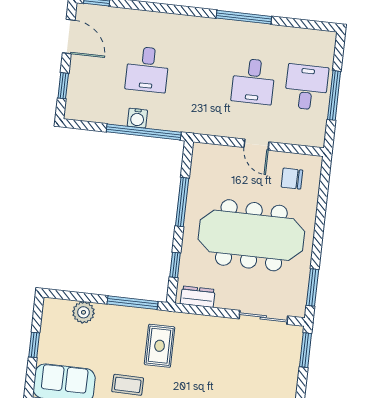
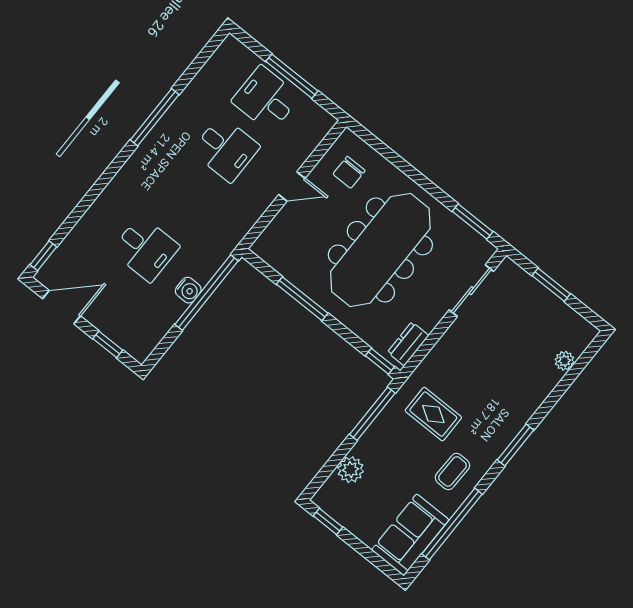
window: (175, 265) -> (380, 361), moved
window: (34, 345) -> (328, 522), moved
window: (305, 350) -> (551, 285), moved

